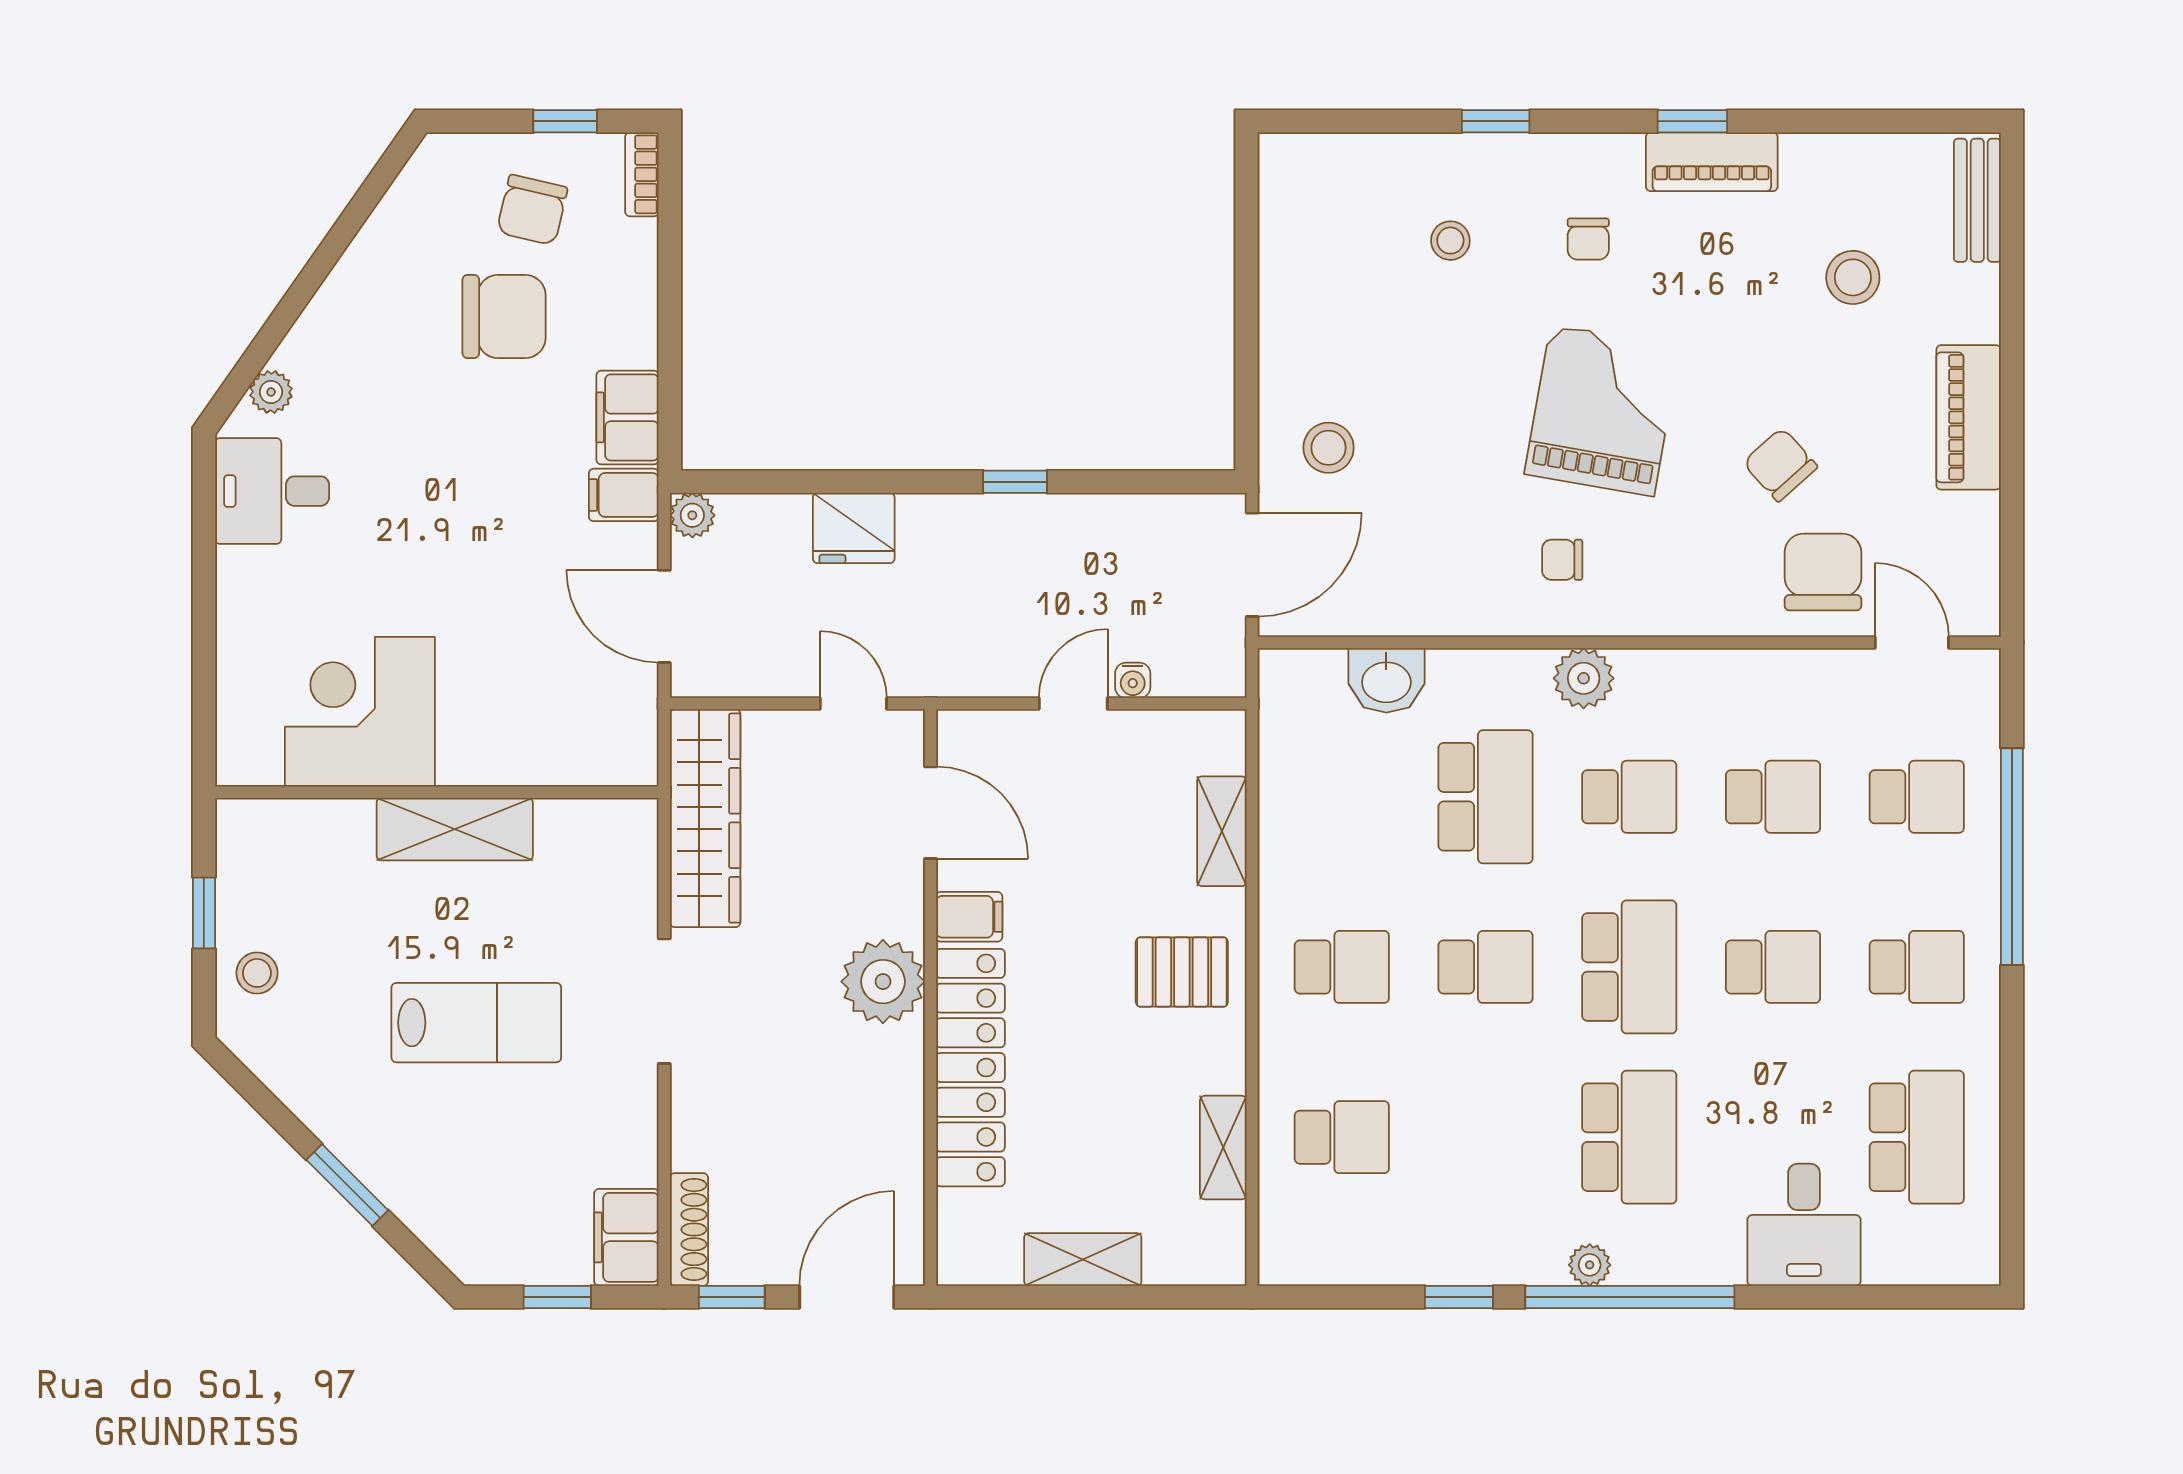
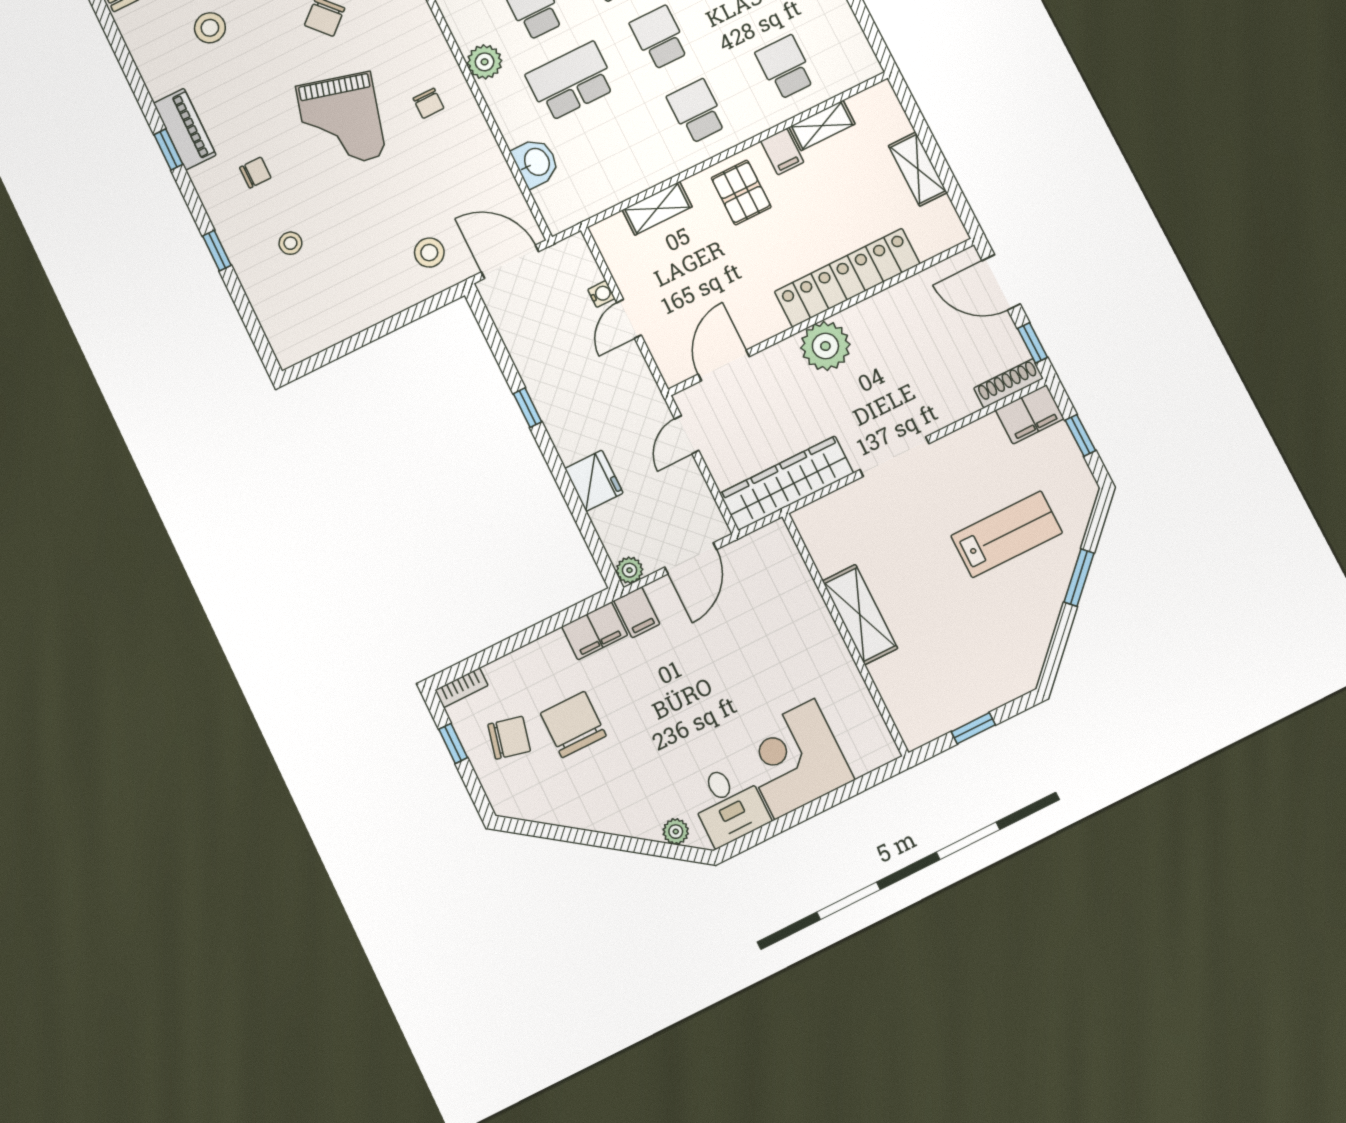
grand piano: (1602, 410) -> (341, 121), turned -85
door: (1073, 704) -> (629, 319), hinge flipped
corner desk: (360, 712) -> (795, 759), moved, turned 90
filing cabinet: (969, 917) -> (782, 152), moved, turned 180
stool: (257, 973) -> (991, 683), removed
lab bench: (476, 1023) -> (1007, 534), moved, turned 90

